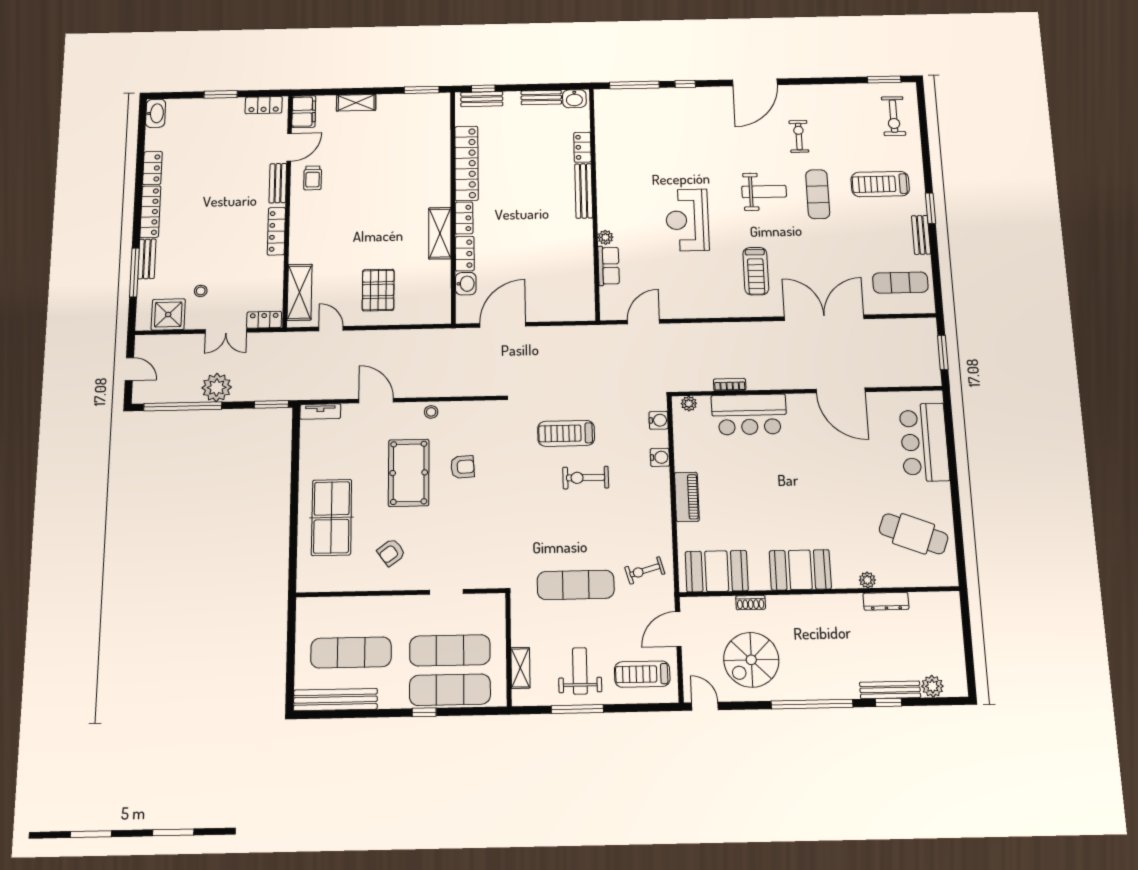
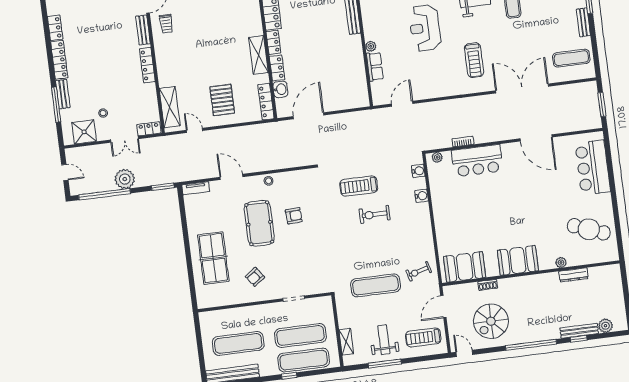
locker: (442, 299) -> (266, 102), added
piano: (687, 497) -> (441, 220), removed

